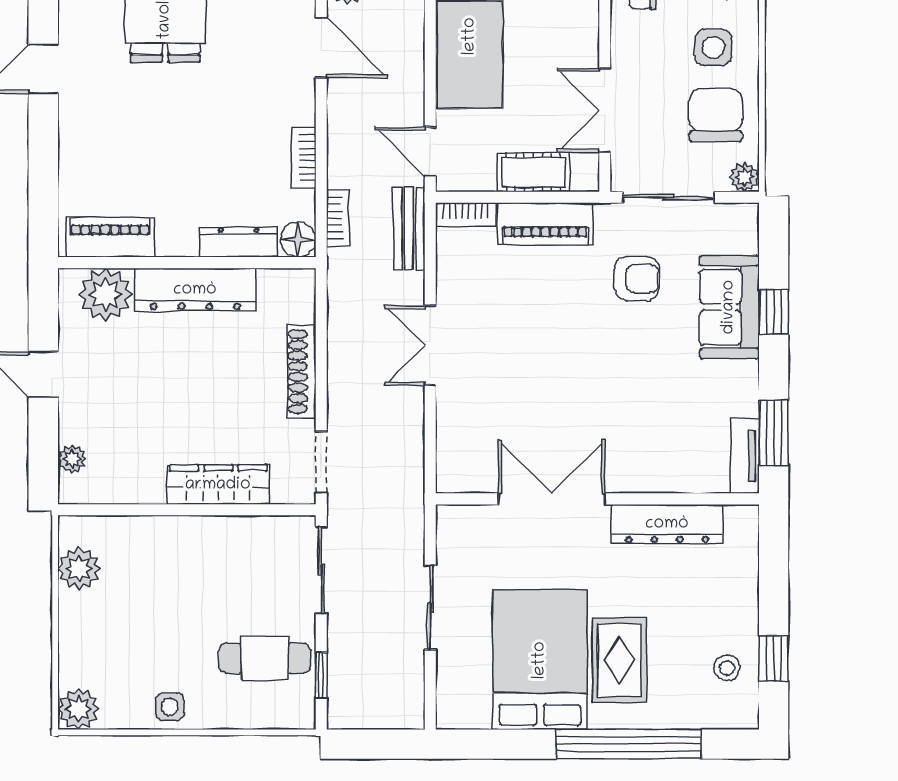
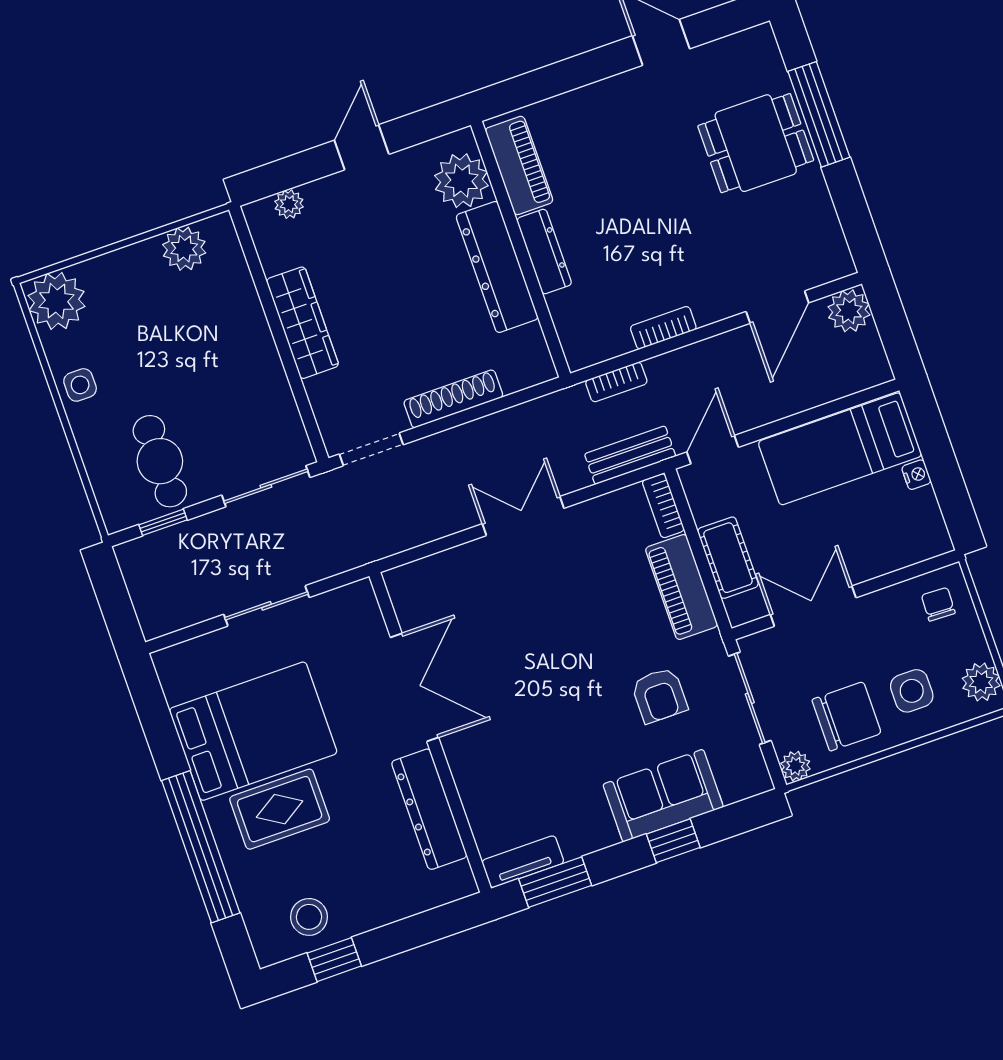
floor lamp: (298, 239) -> (581, 350), removed
dresser: (239, 242) -> (544, 252), moved
wardrobe: (218, 485) -> (302, 323), moved
stool: (727, 668) -> (309, 917), width x1.37, depth x1.37
plant: (78, 709) -> (56, 301), width x1.36, depth x1.36

